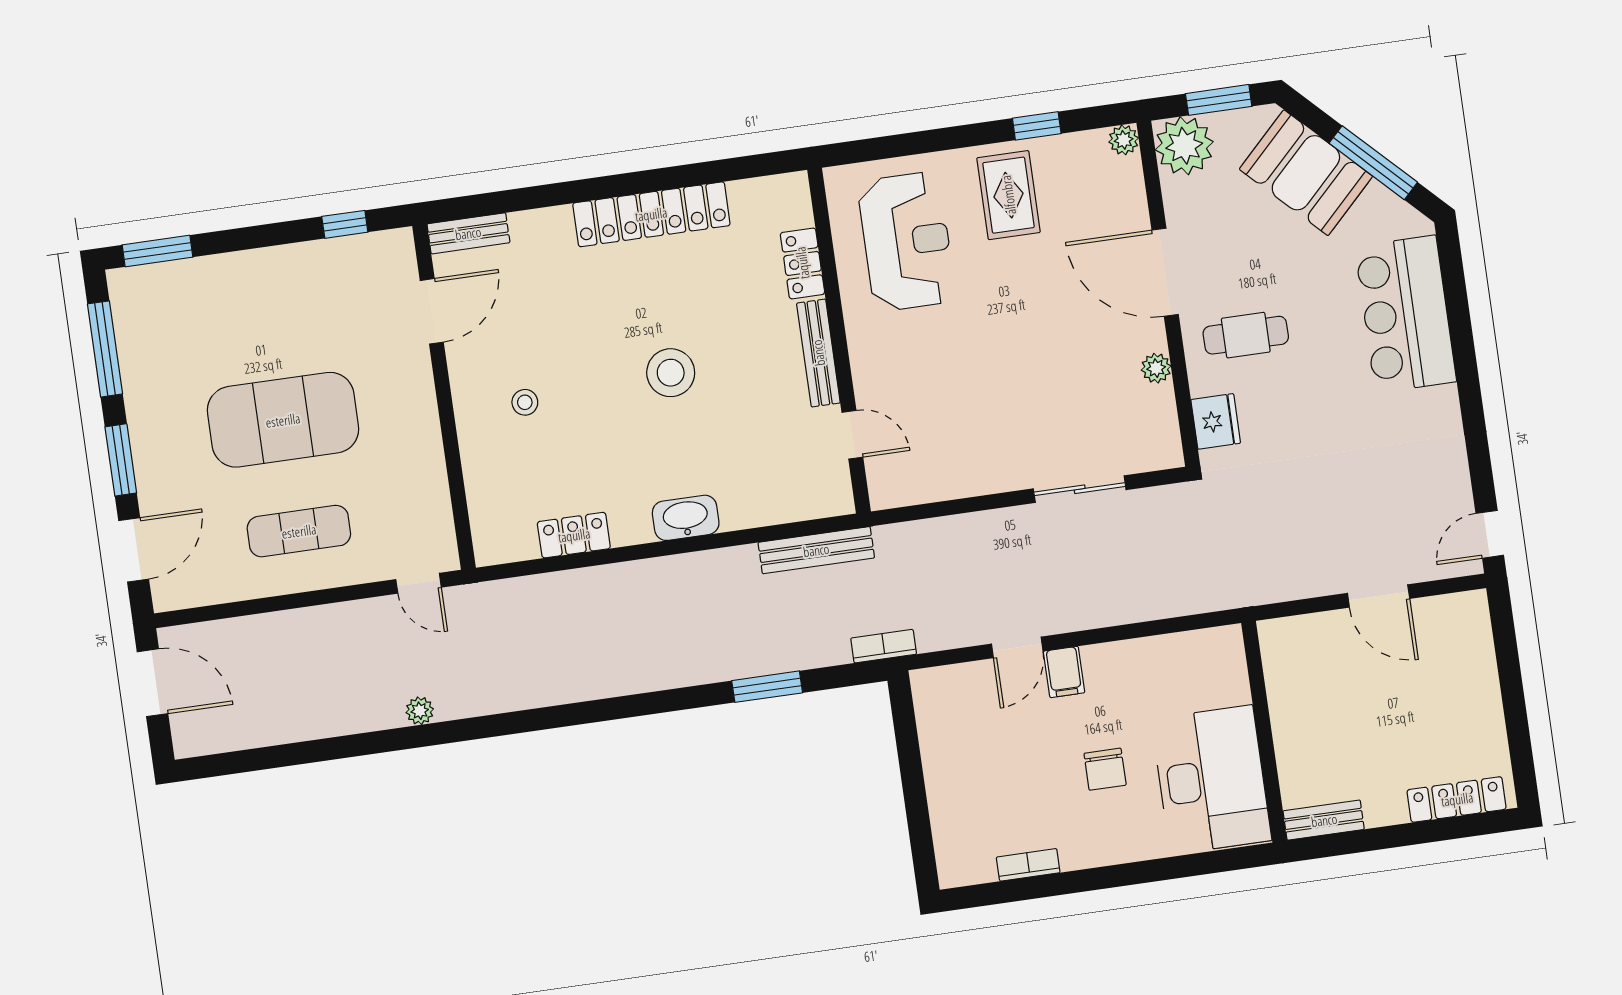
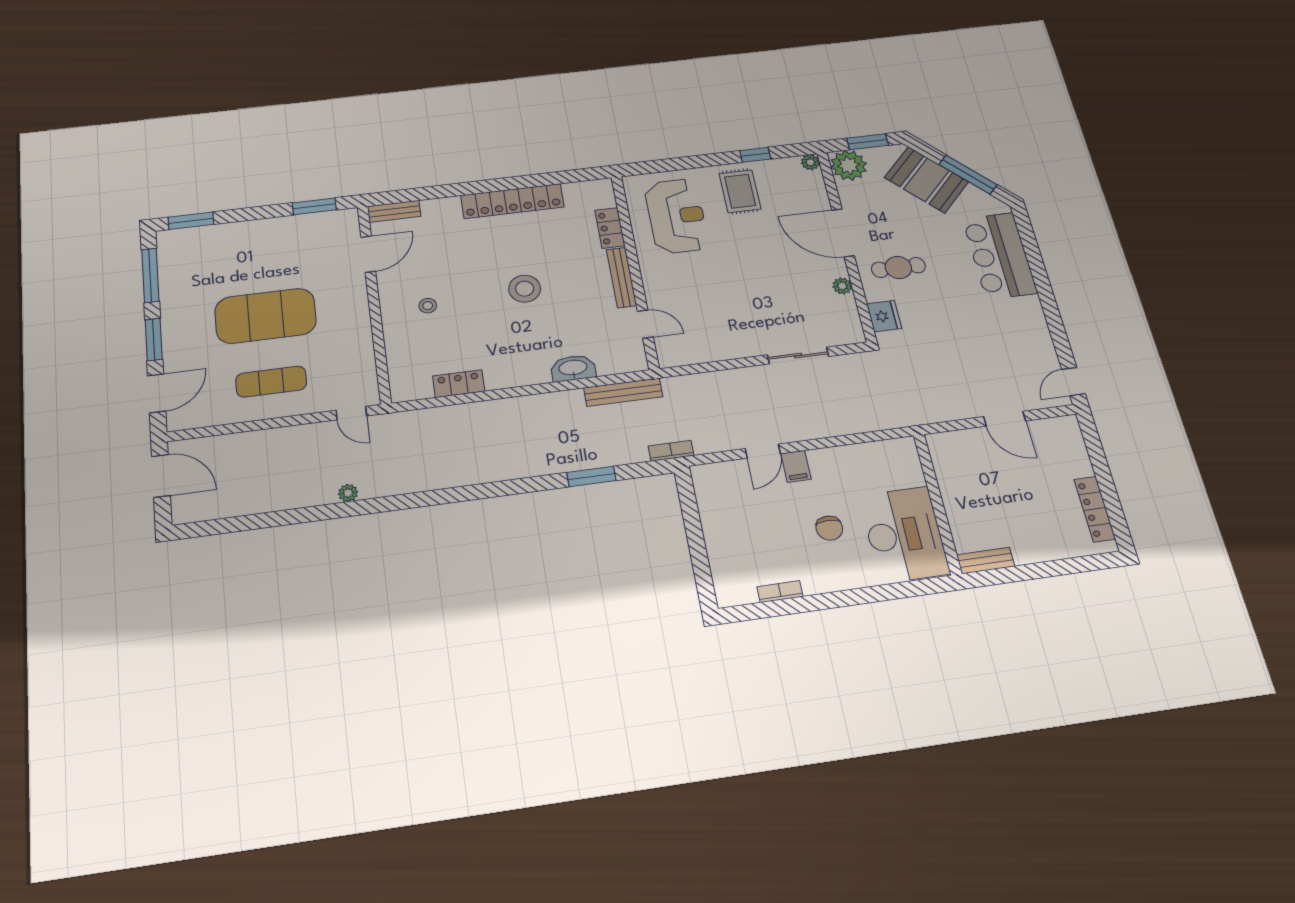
window: (345, 224) -> (314, 206), width x1.50
washbasin: (686, 518) -> (573, 368), moved
locker: (1457, 799) -> (1095, 509), moved, turned -90

